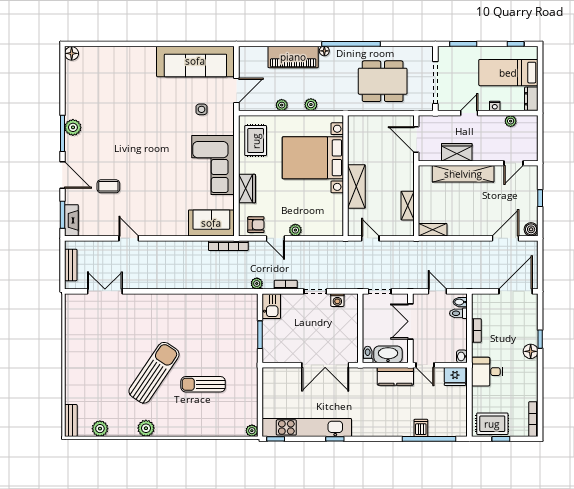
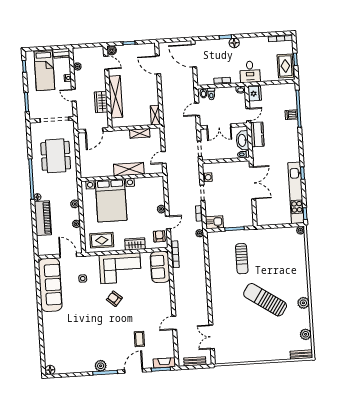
armchair: (169, 153) -> (114, 299), added
boiler: (531, 229) -> (112, 50), moved
sun lounger: (203, 384) -> (242, 259), moved

